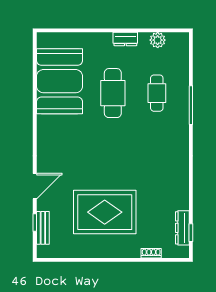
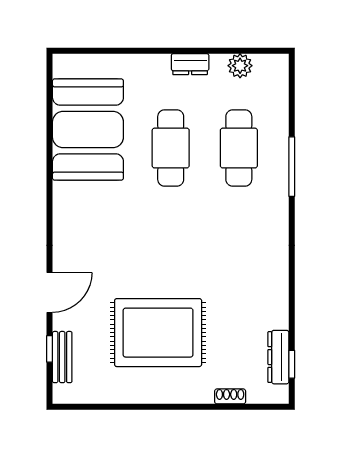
cafe table: (157, 93) -> (239, 148), width x1.37, depth x1.35

